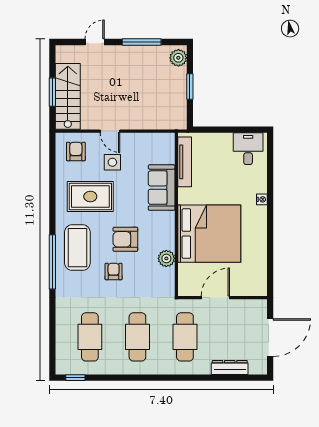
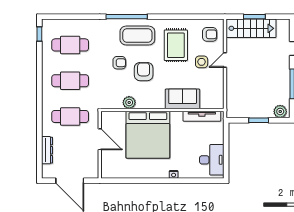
desk: (248, 149) -> (212, 160), width x1.37

